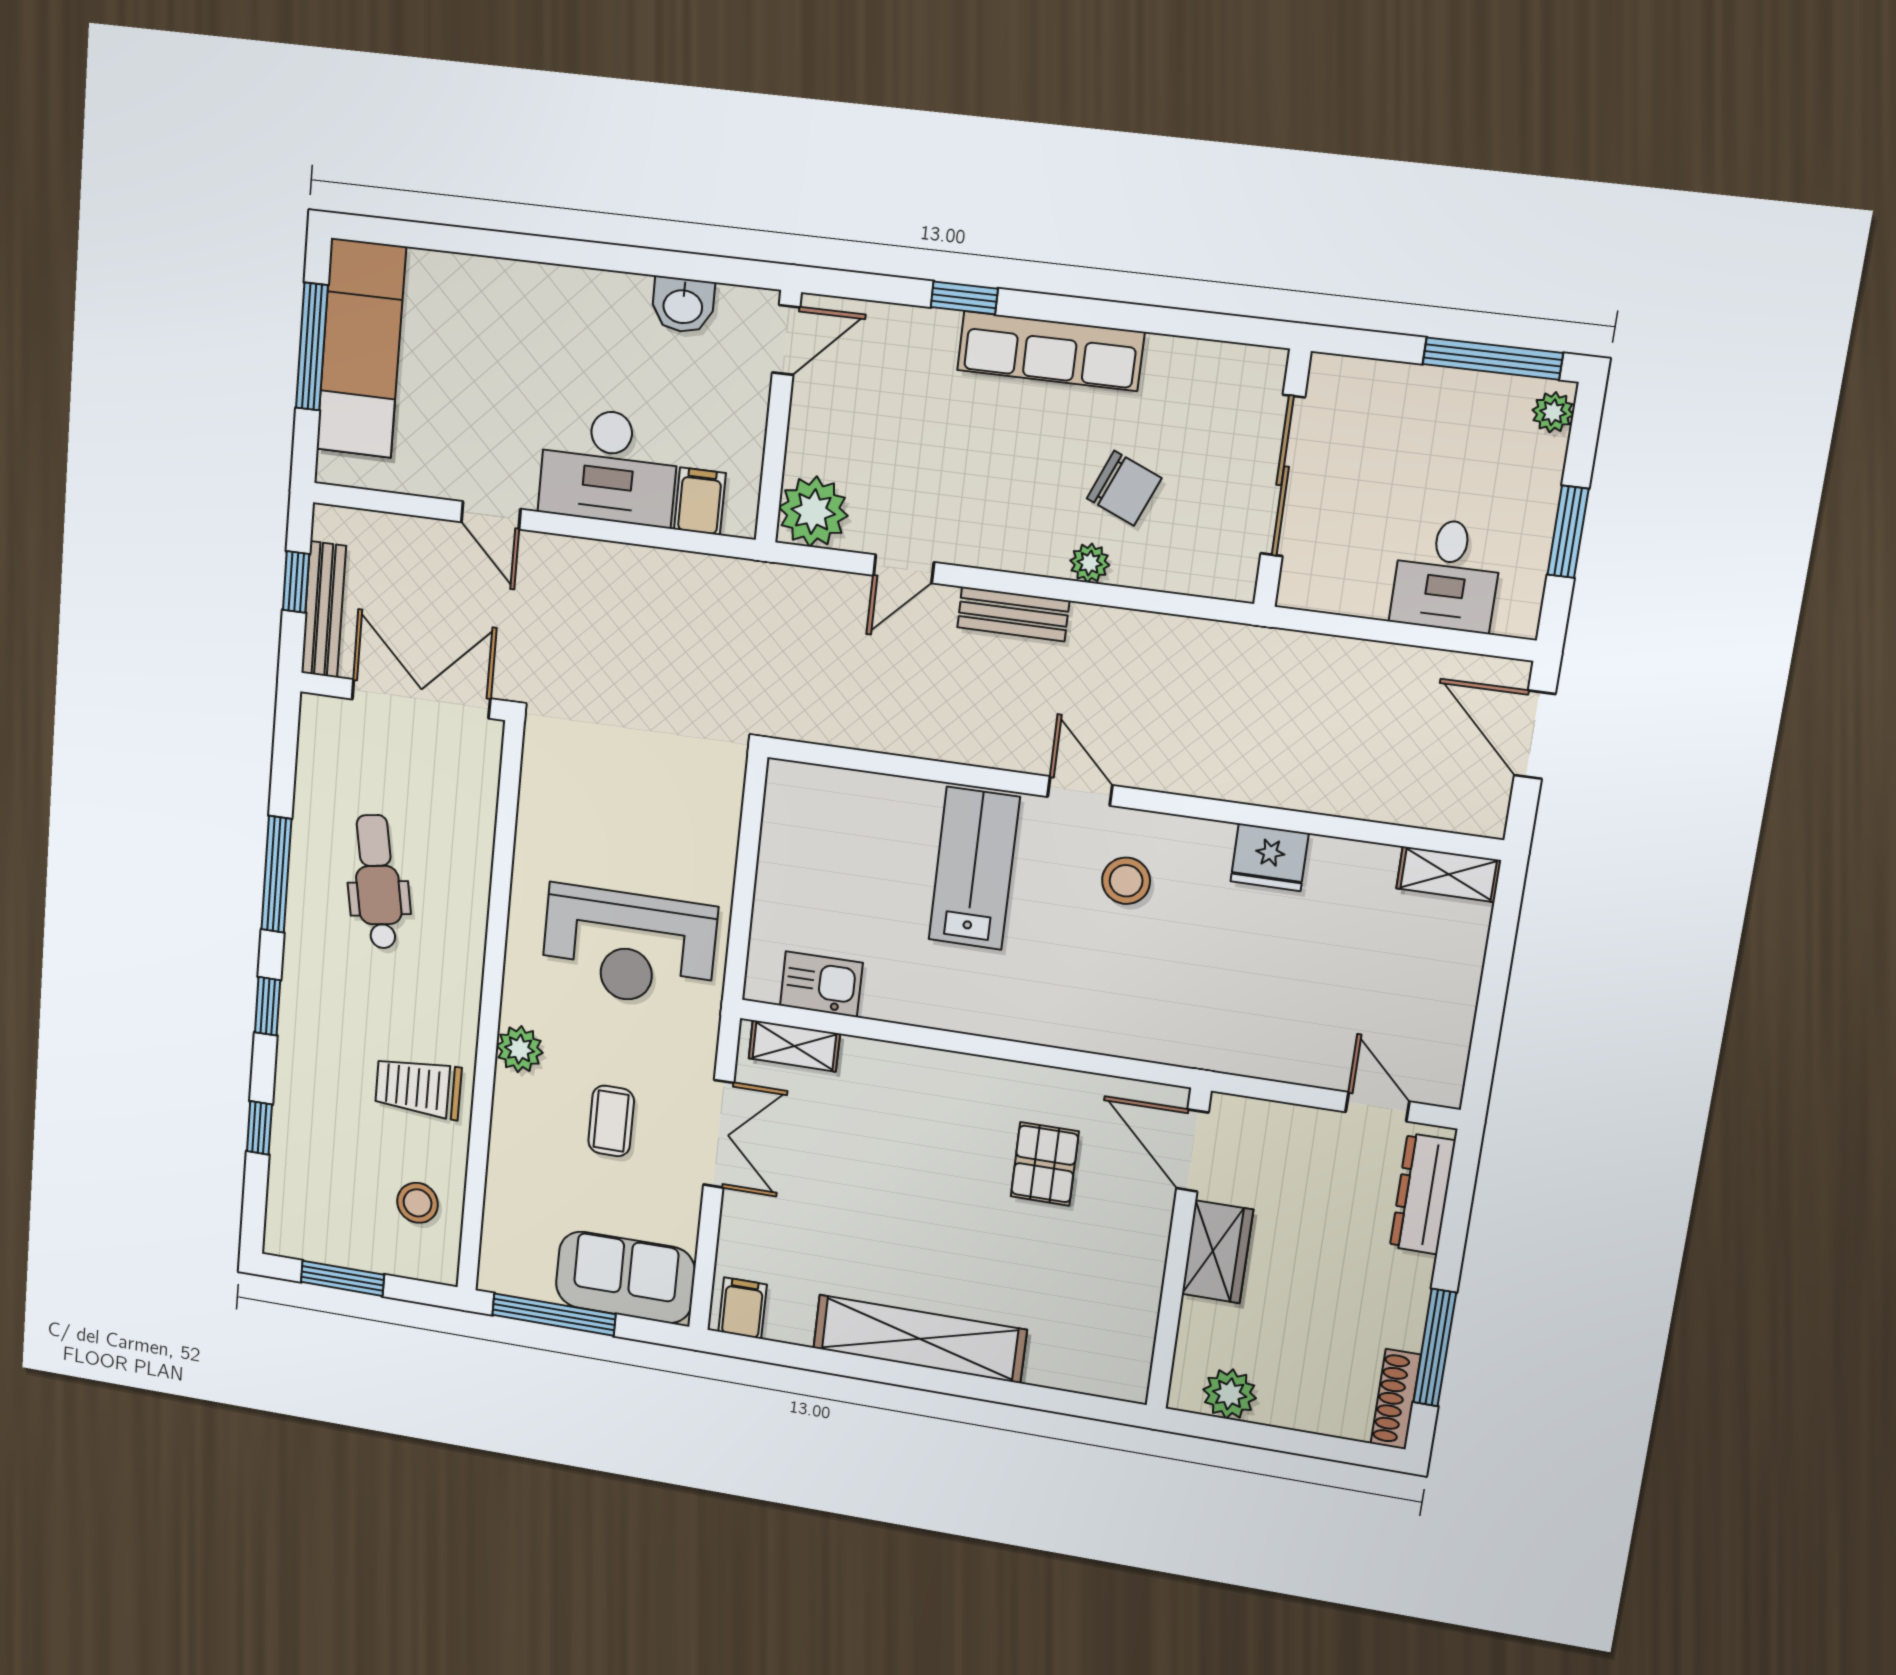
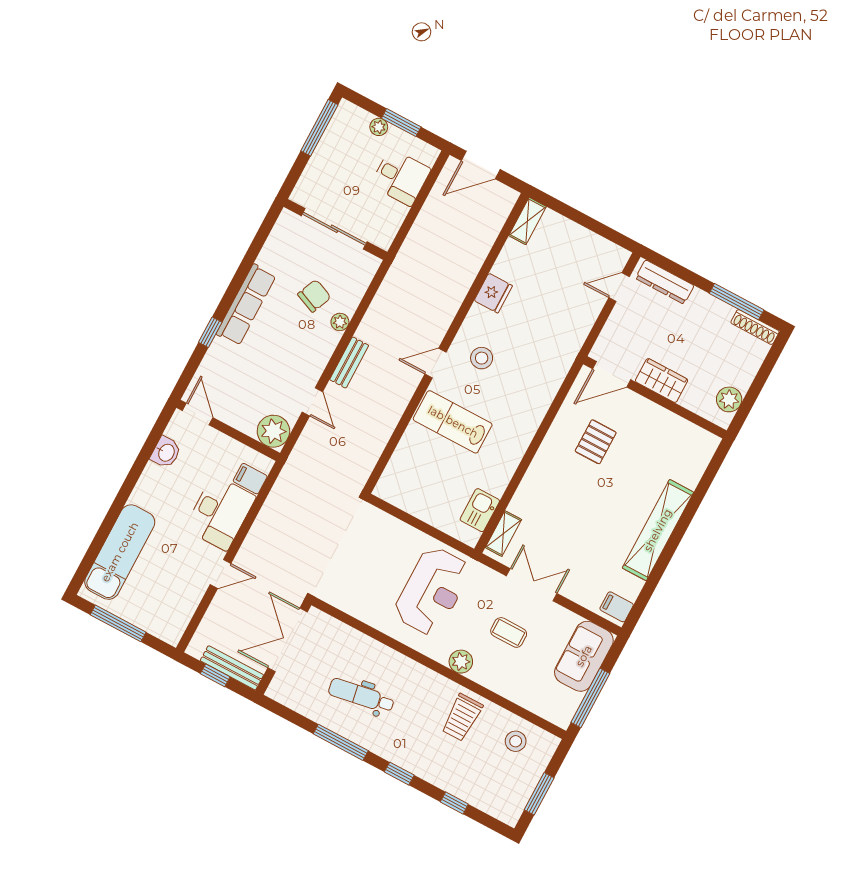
exam couch: (361, 348) -> (120, 552), moved, turned 90
plant: (1553, 412) -> (379, 127), moved
pallet: (1045, 1164) -> (596, 442), turned 90

